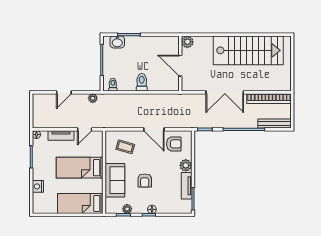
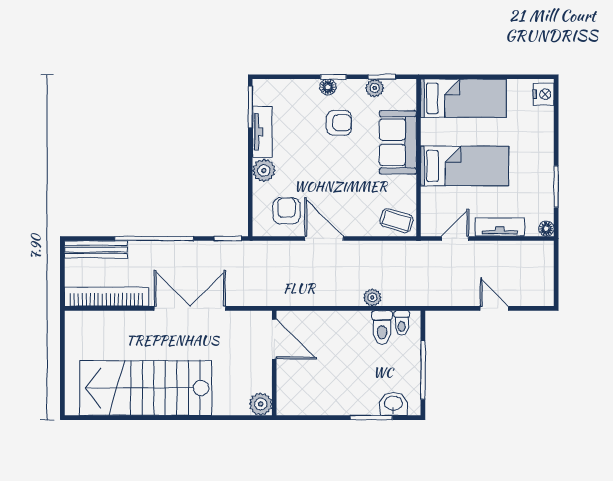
door: (180, 66) -> (274, 339), moved
toilet: (142, 82) -> (382, 328), moved
door: (64, 92) -> (494, 308), hinge flipped
plant: (93, 98) -> (372, 297), moved
armchair: (174, 144) -> (287, 211), turned 90
coffee table: (125, 147) -> (397, 221), moved
armchair: (145, 181) -> (339, 123), moved, turned 90
nightstand: (38, 186) -> (544, 94), moved

